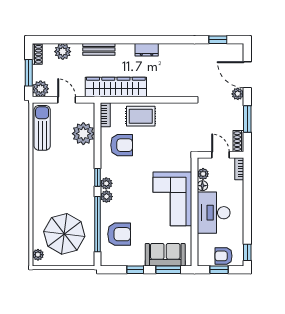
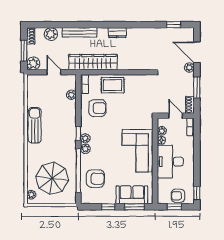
bench: (99, 49) -> (79, 32), width x1.36
sun lounger: (42, 128) -> (35, 125), moved
plant: (83, 134) -> (71, 95), width x0.53, depth x0.53

